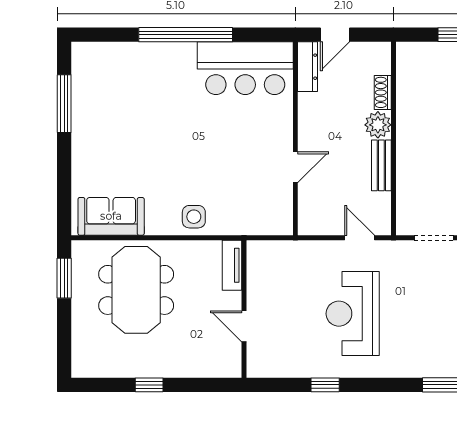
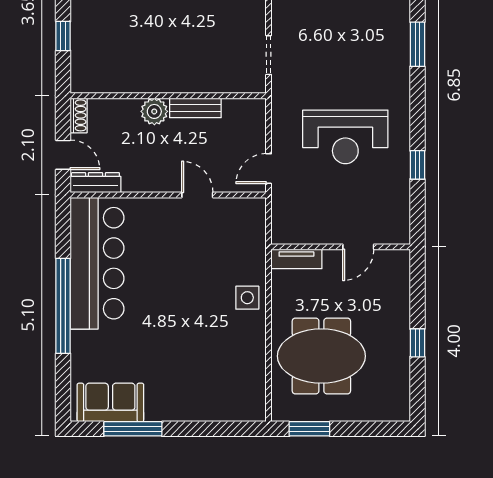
bar counter: (245, 68) -> (97, 263), width x1.36
shoe rack: (383, 92) -> (79, 115), moved, turned -90
sofa: (111, 216) -> (110, 402), moved, turned 90
door: (360, 238) -> (269, 169), moved

